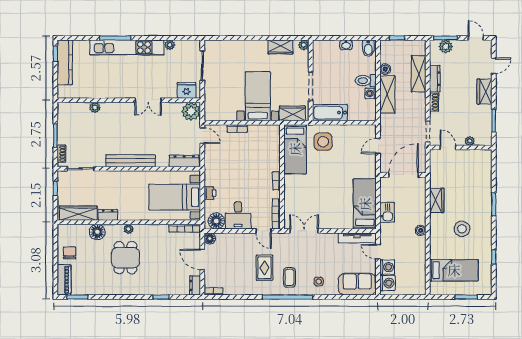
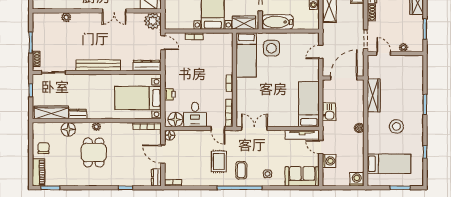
wardrobe: (437, 200) -> (374, 95), width x1.50
washing machine: (387, 283) -> (357, 179), moved, turned -90

